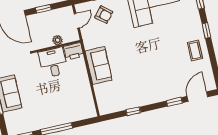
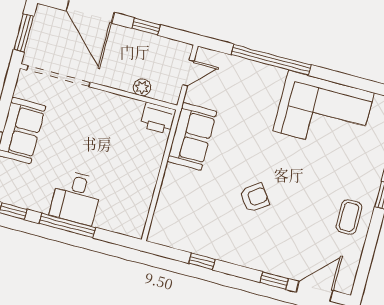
armchair: (104, 15) -> (254, 198), moved, turned -77
desk: (53, 62) -> (76, 198), moved, turned 180
sofa: (98, 65) -> (192, 136), moved

